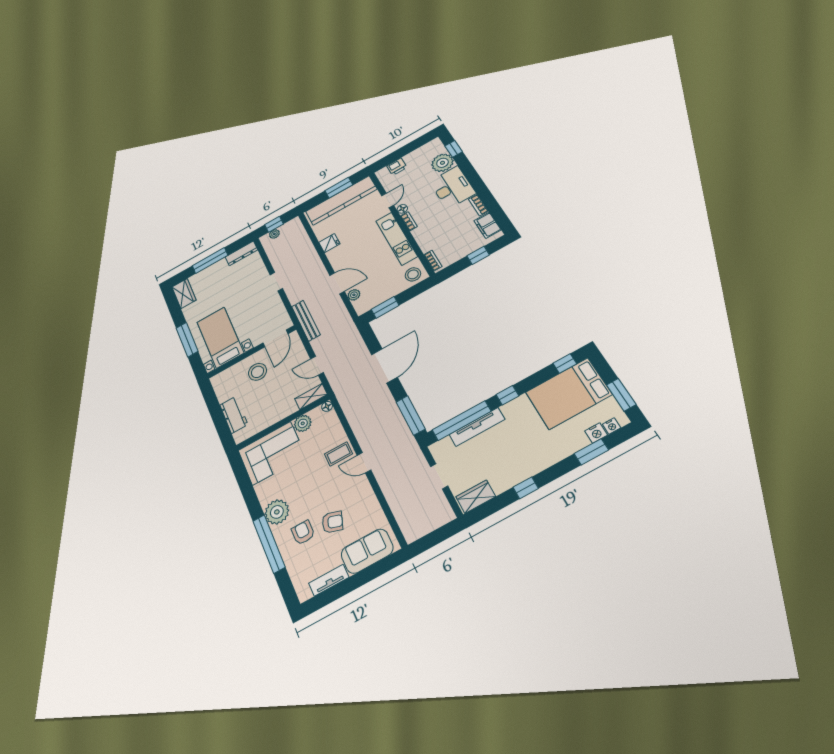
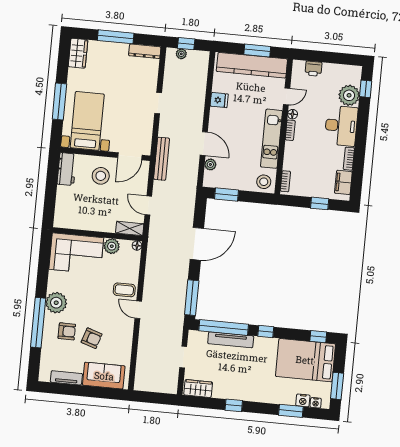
workbench: (234, 415) -> (67, 169), moved
armchair: (303, 533) -> (67, 331), turned 90

